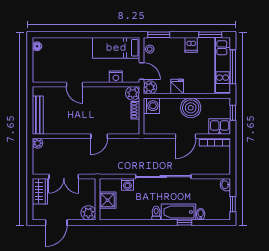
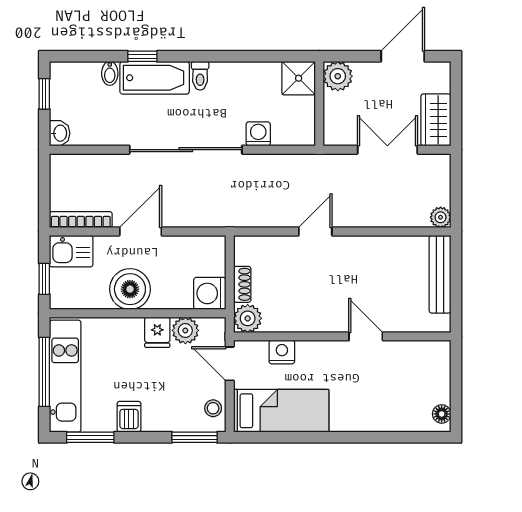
plant: (150, 87) -> (185, 330), moved
shower: (108, 200) -> (299, 78), moved

